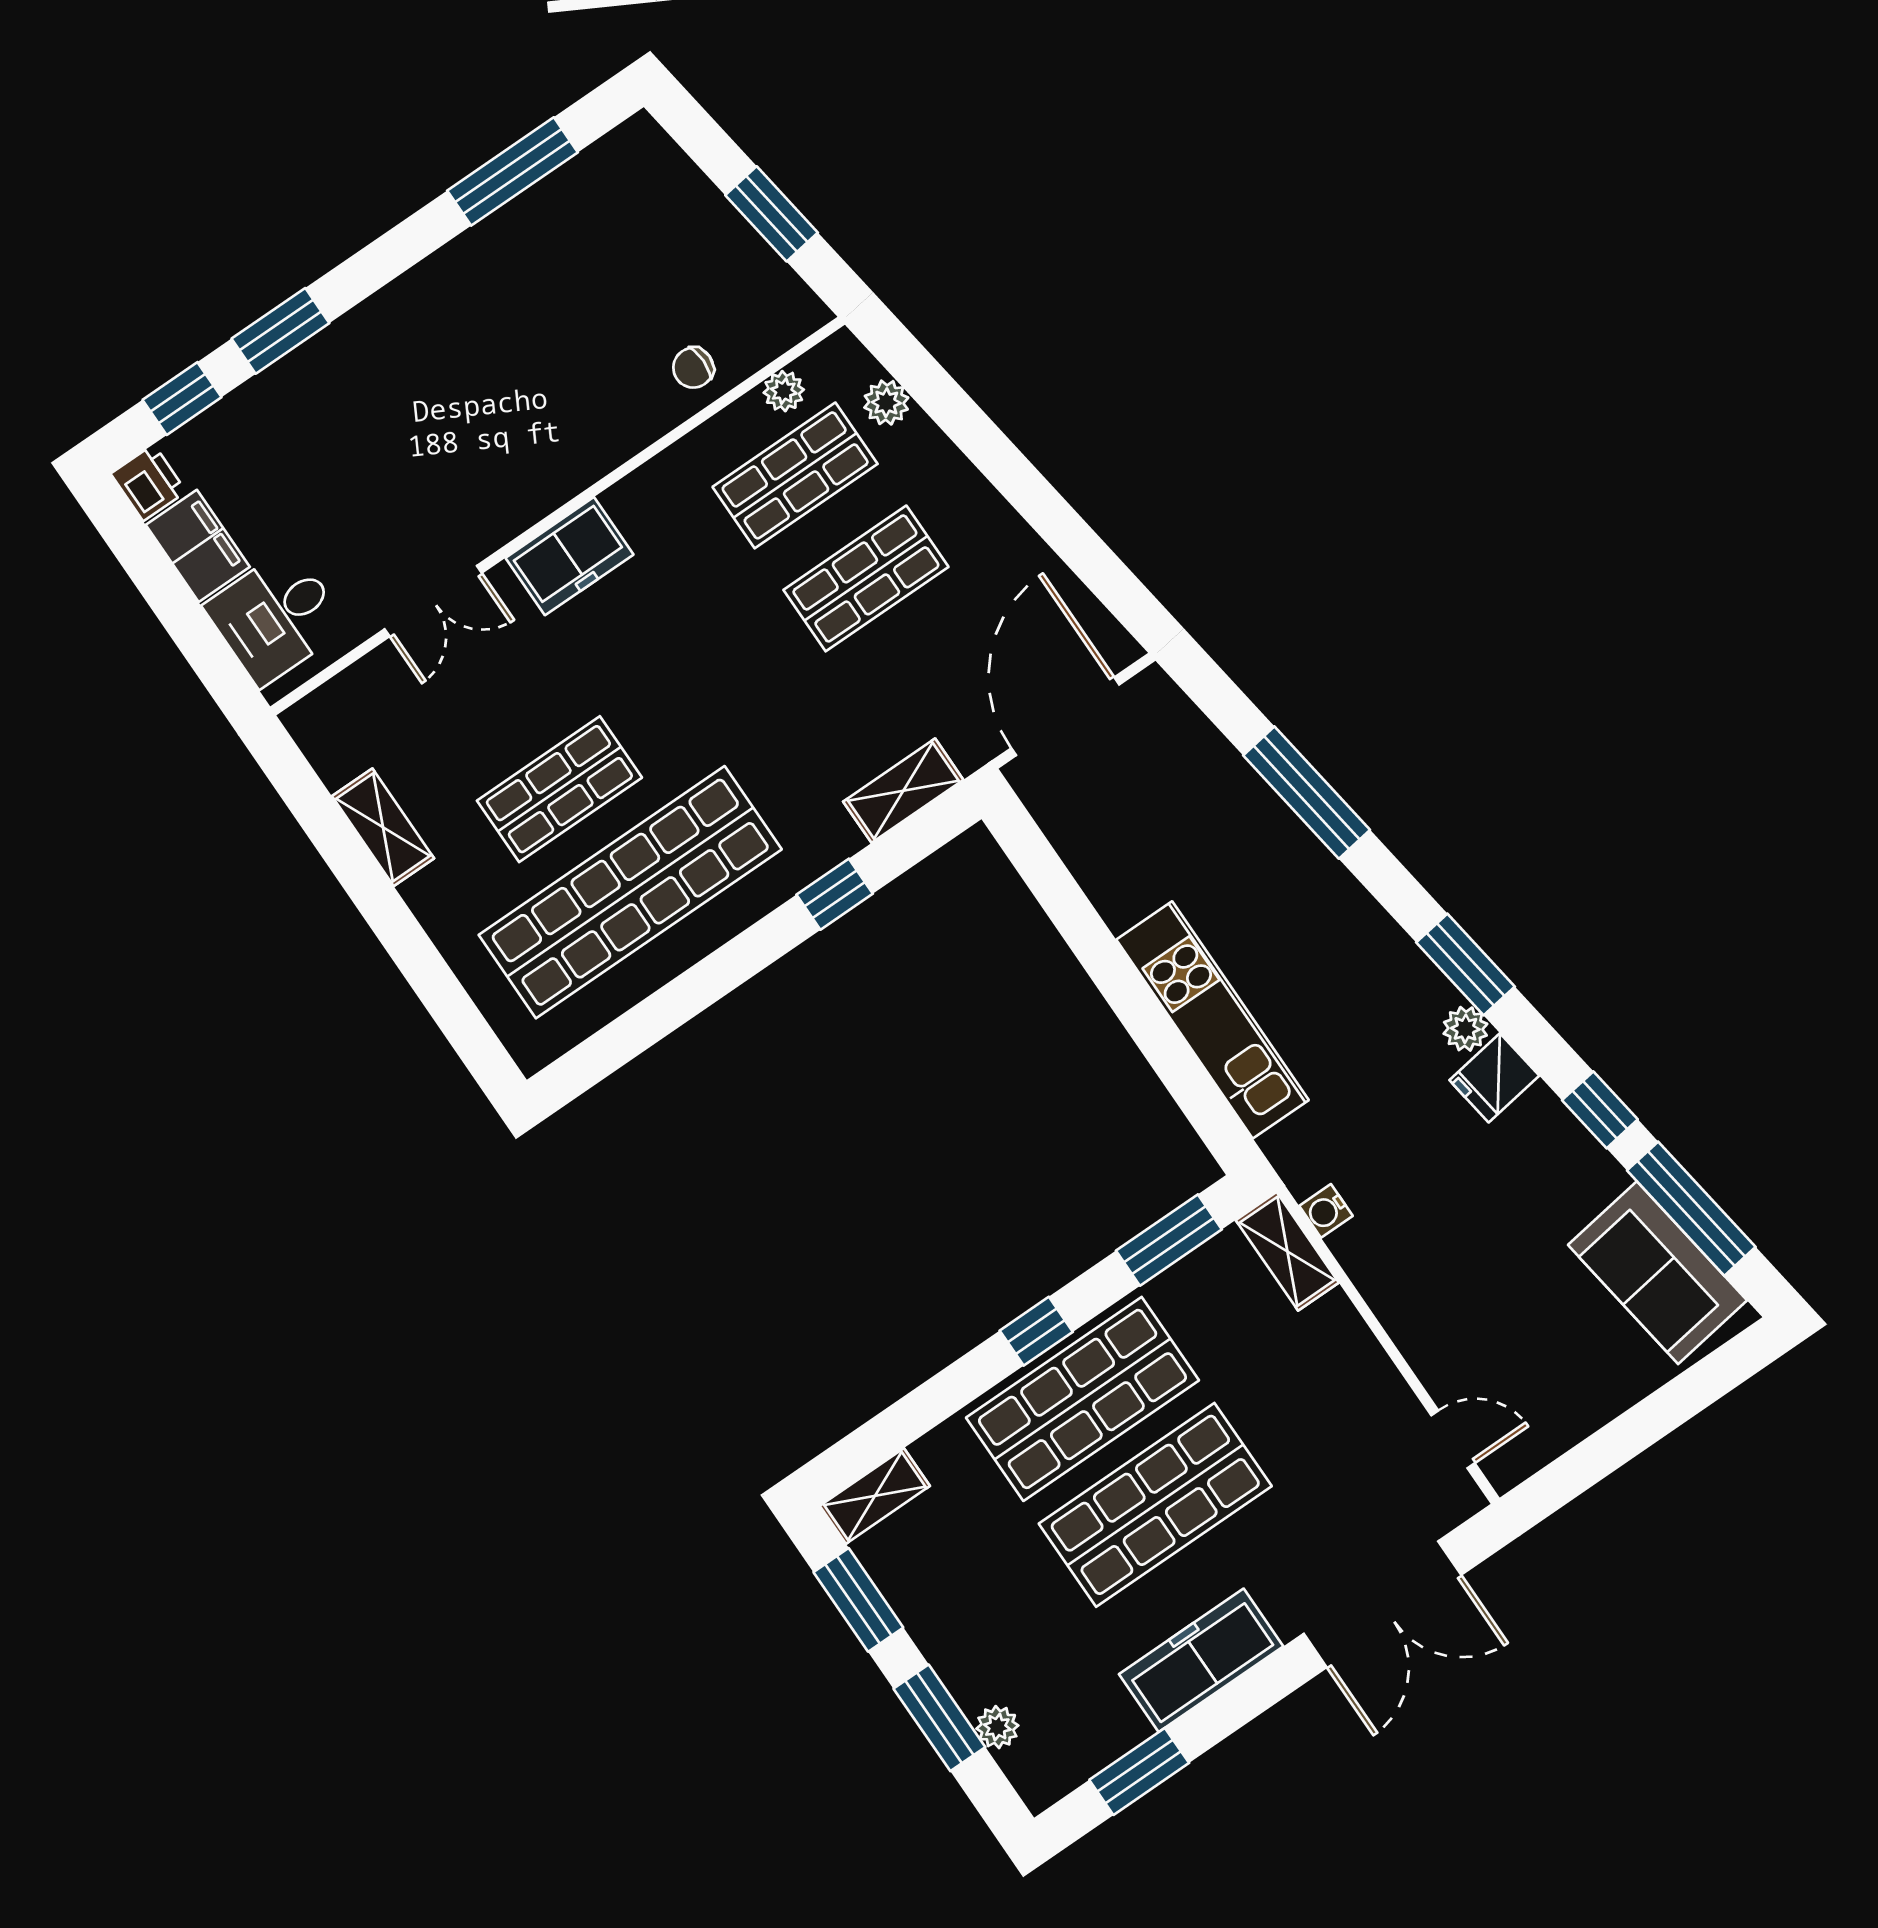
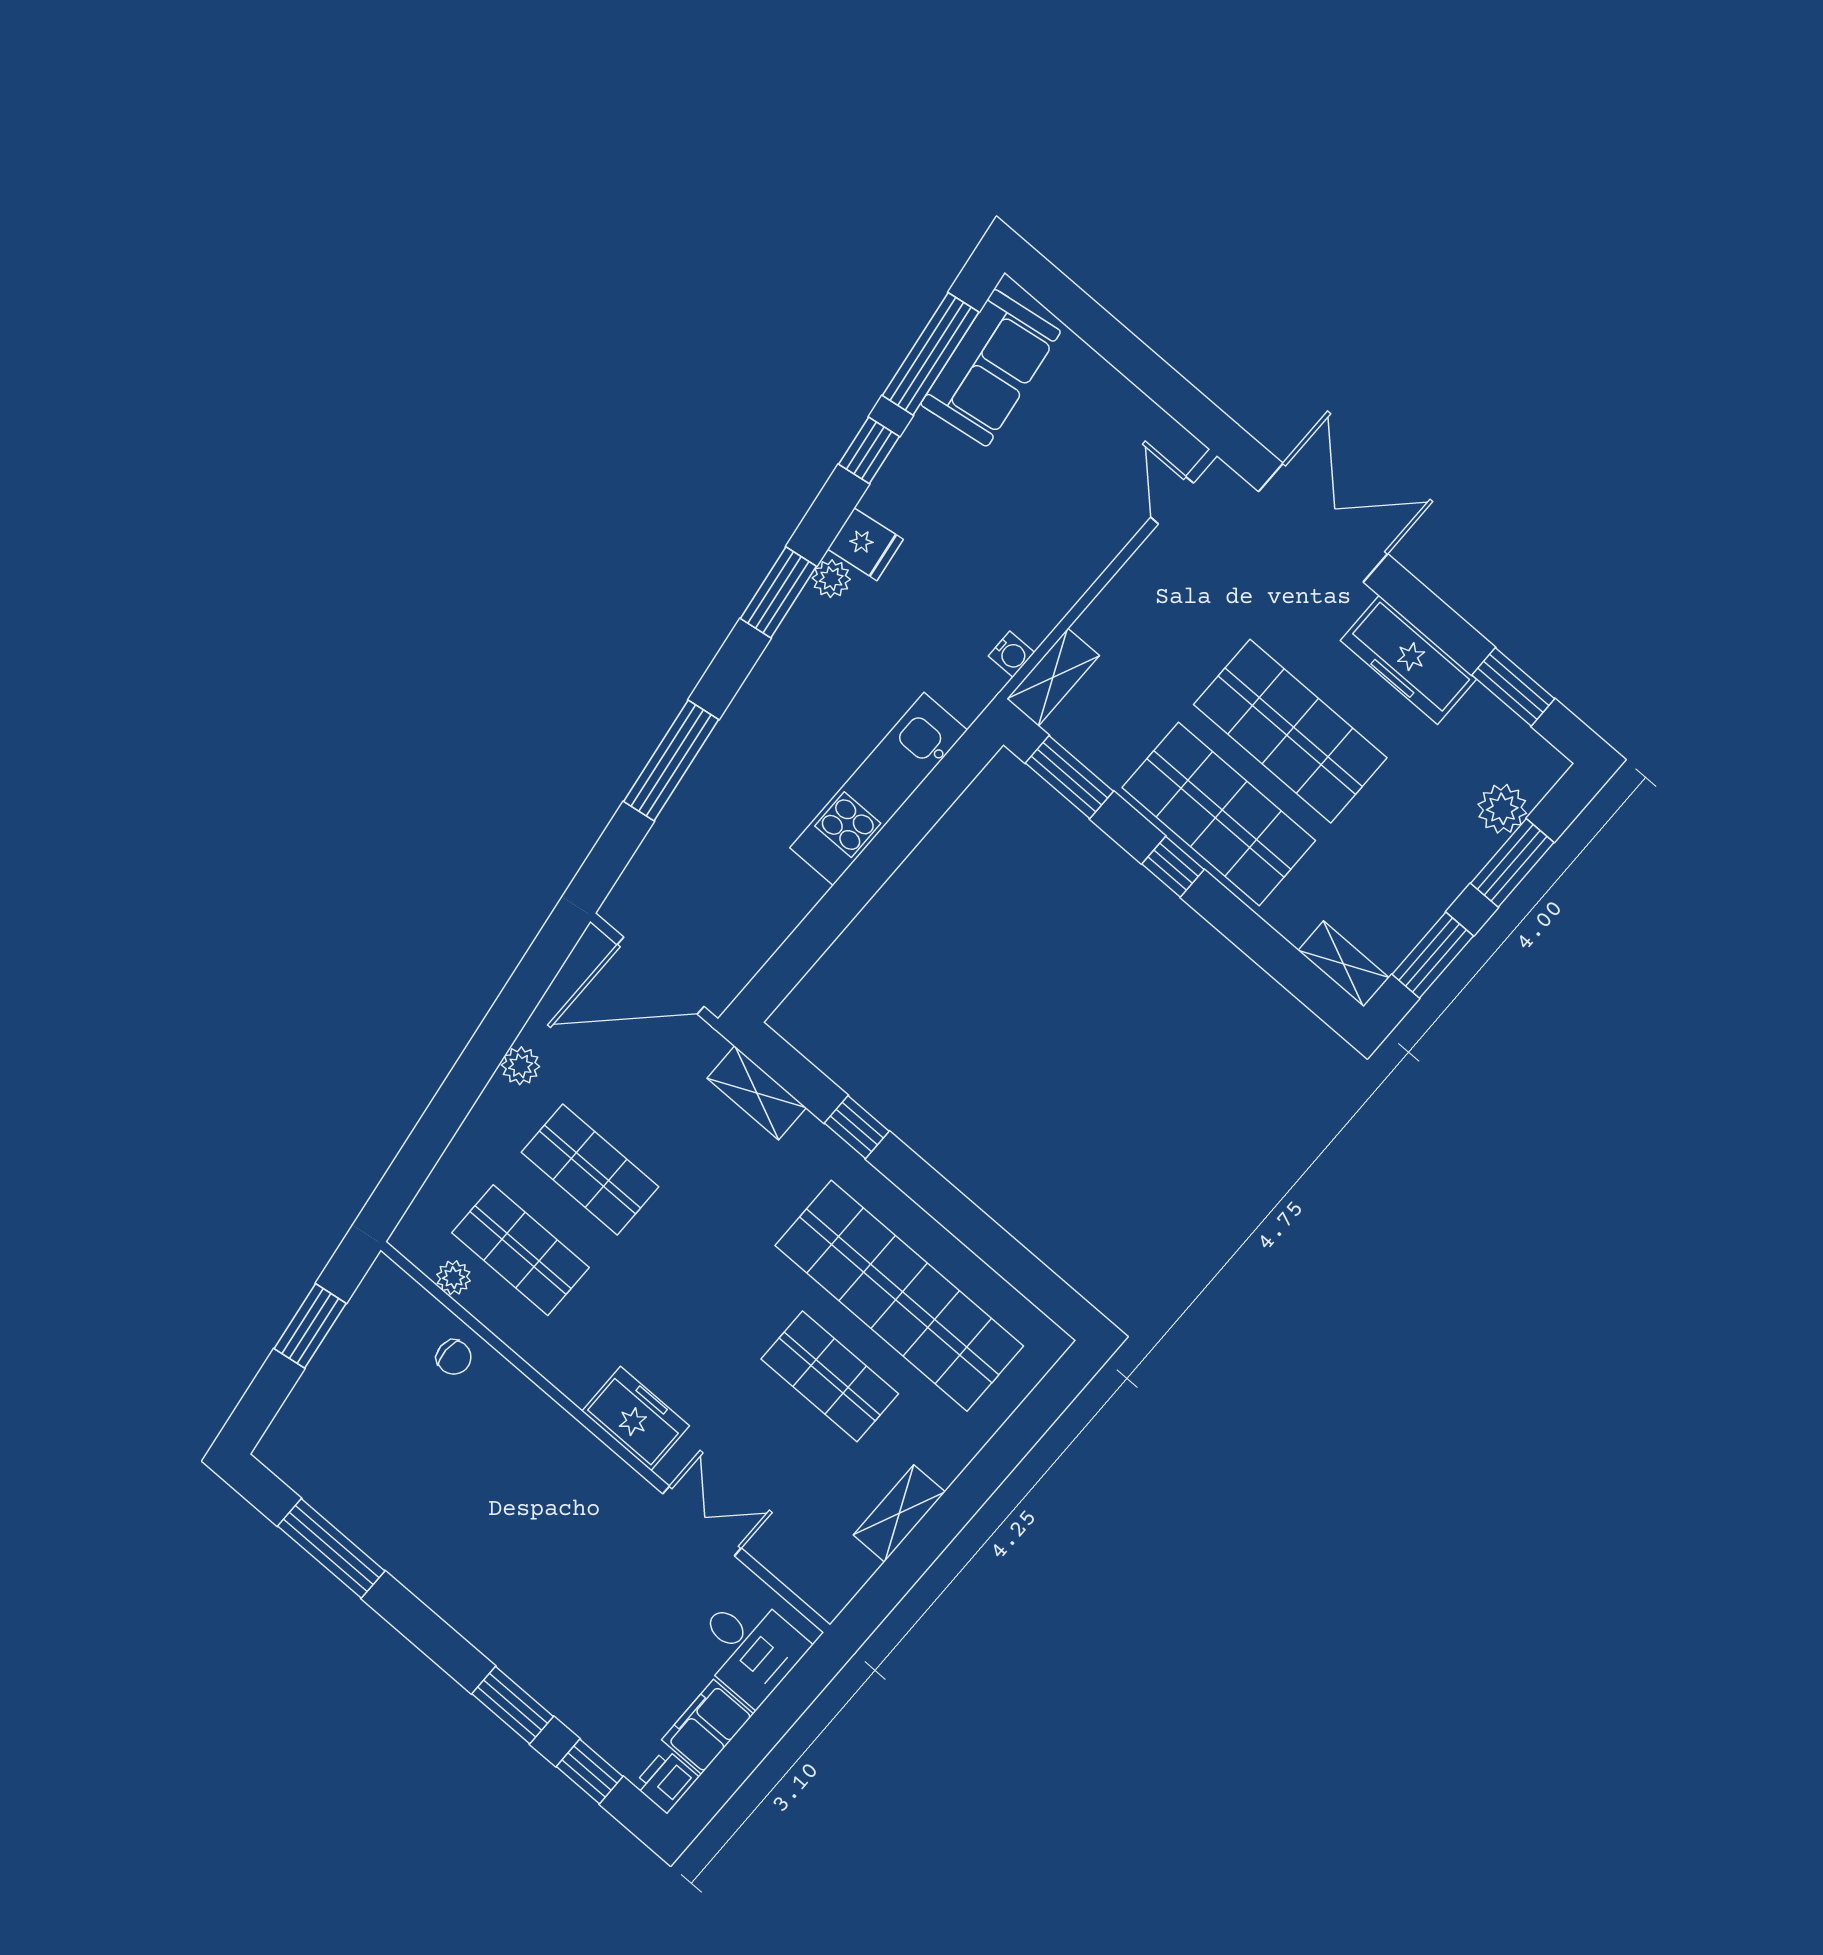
plant: (886, 403) -> (521, 1066), moved
plant: (997, 1727) -> (1502, 809), width x1.38, depth x1.38

